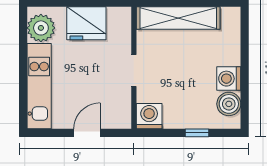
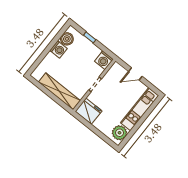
fridge: (86, 23) -> (89, 111), moved

